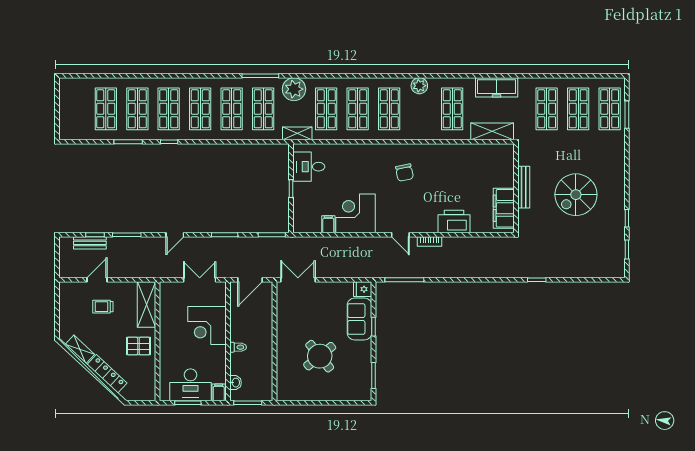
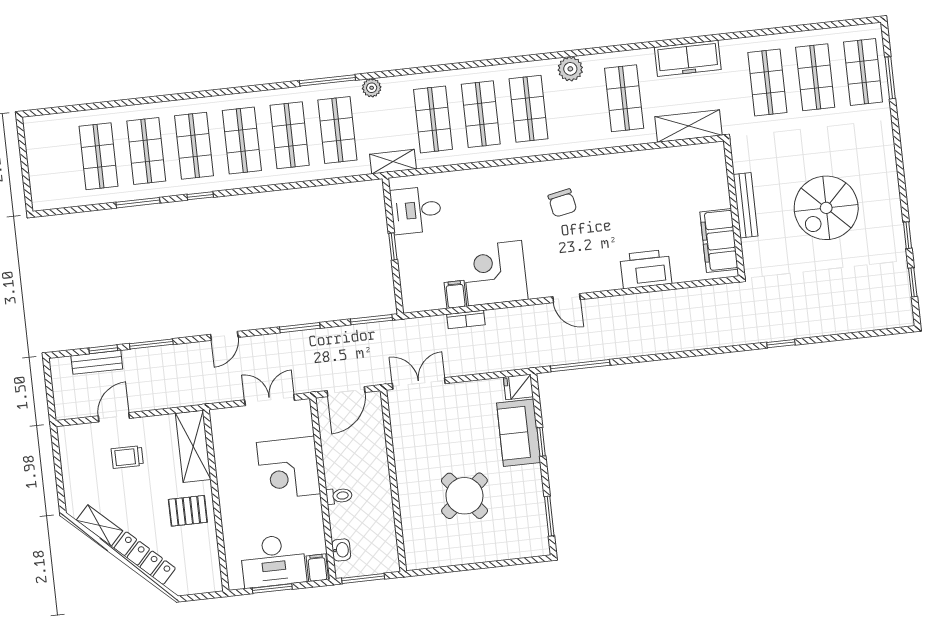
plant: (294, 89) -> (372, 88), width x0.53, depth x0.53
bookcase: (430, 241) -> (466, 319), moved

